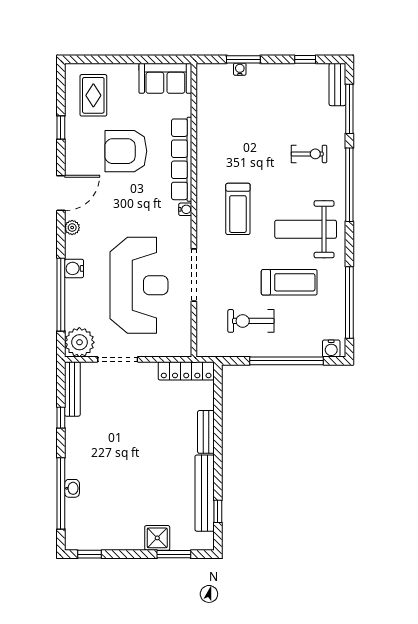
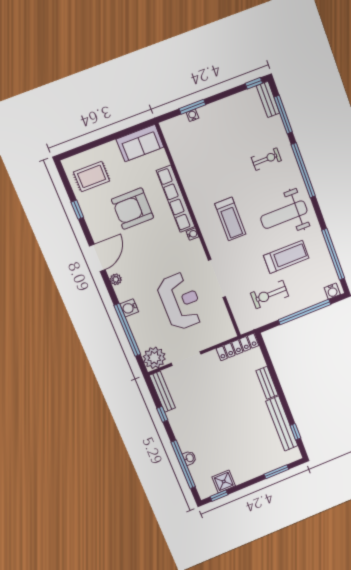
window: (305, 59) -> (254, 83), moved
rug: (93, 95) -> (92, 176), turned 90
reception desk: (139, 285) -> (181, 301), width x0.74, depth x0.77
shower: (157, 538) -> (224, 481), moved

